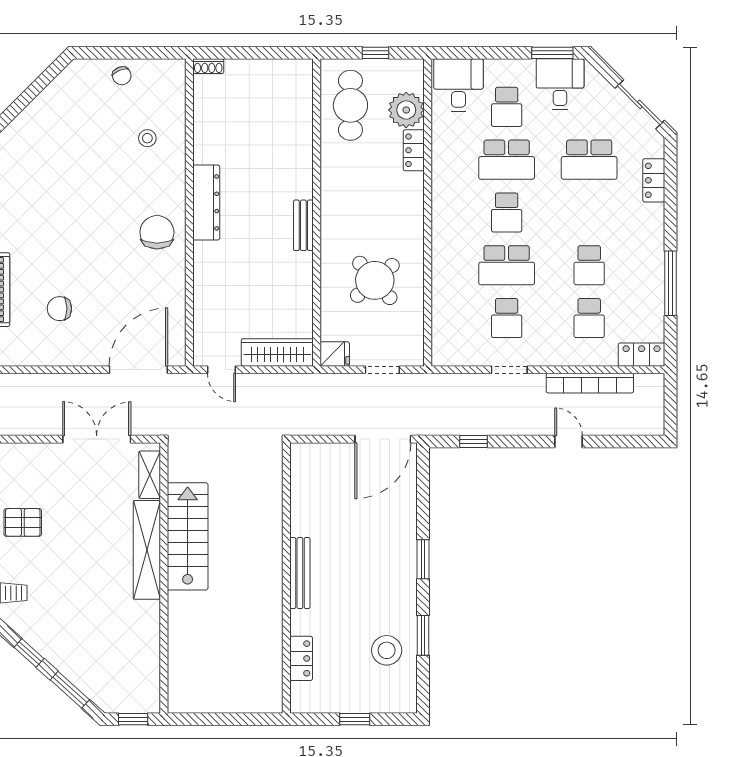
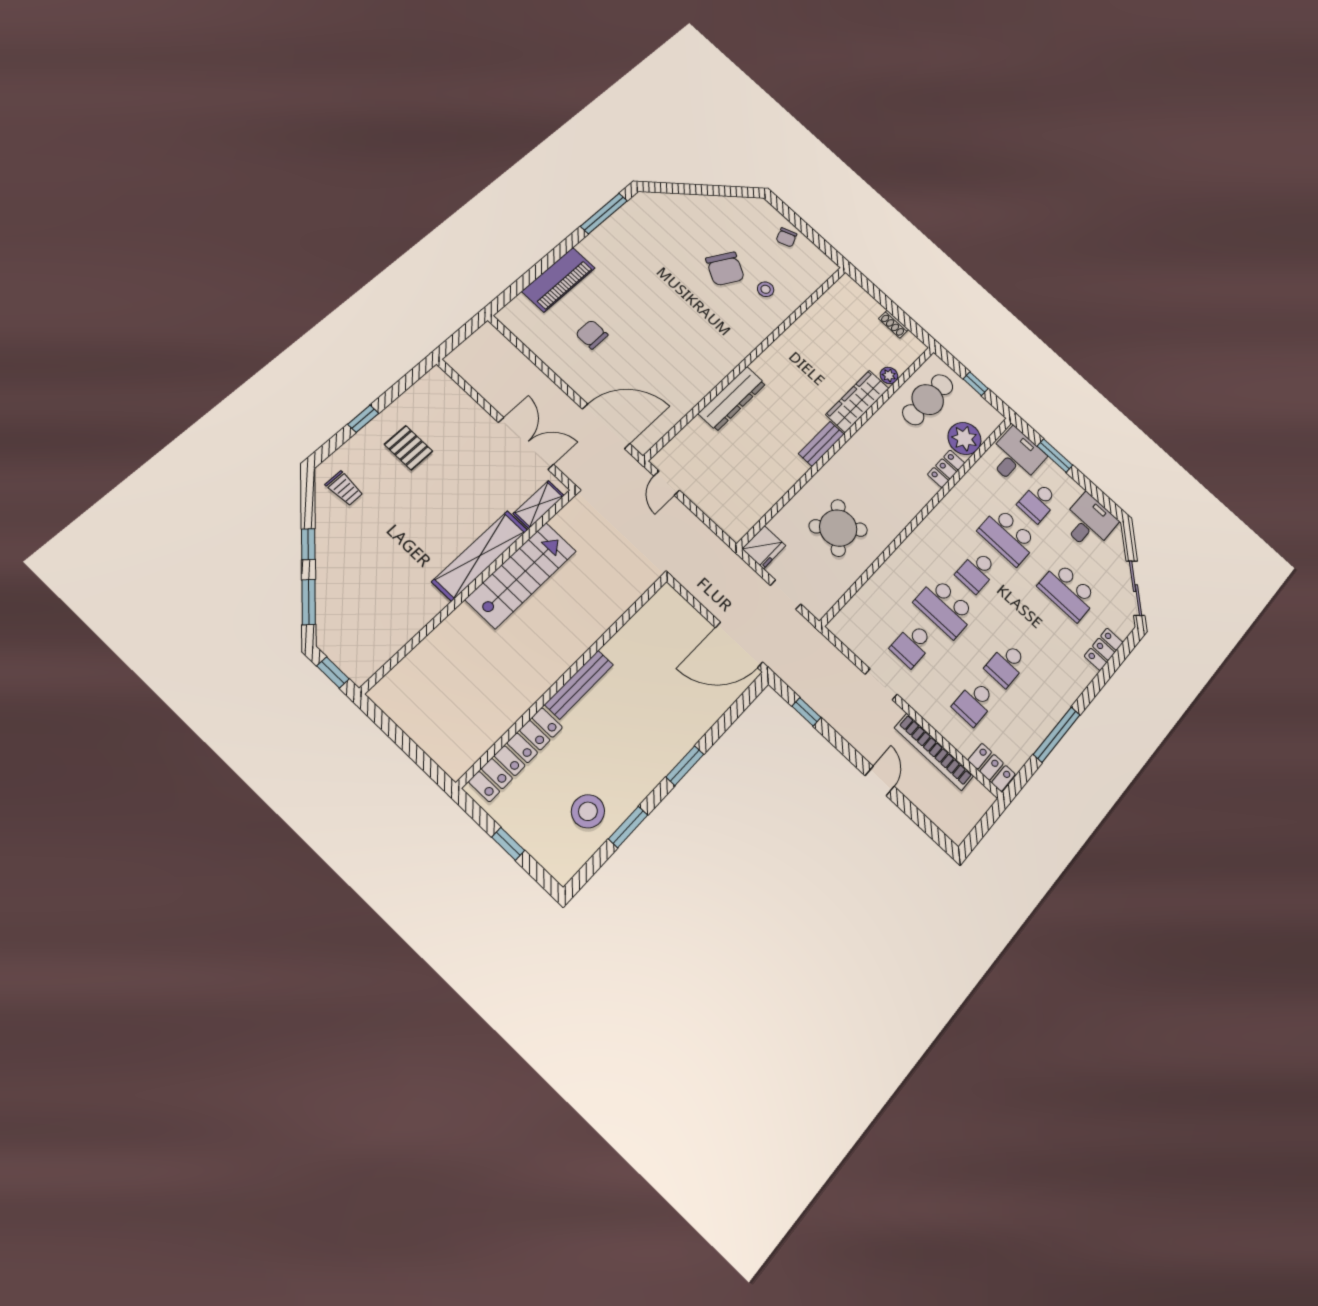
window: (552, 53) -> (1055, 456), moved
shoe rack: (208, 66) -> (894, 324), moved
plant: (304, 115) -> (889, 375), added
dresser: (206, 202) -> (732, 399), moved
chair: (157, 232) -> (725, 269), moved, turned 119
wardrobe: (277, 352) -> (857, 401), moved, turned -90
fridge: (335, 354) -> (764, 547), width x1.38
locker: (301, 658) -> (516, 754), width x2.16, depth x1.21

